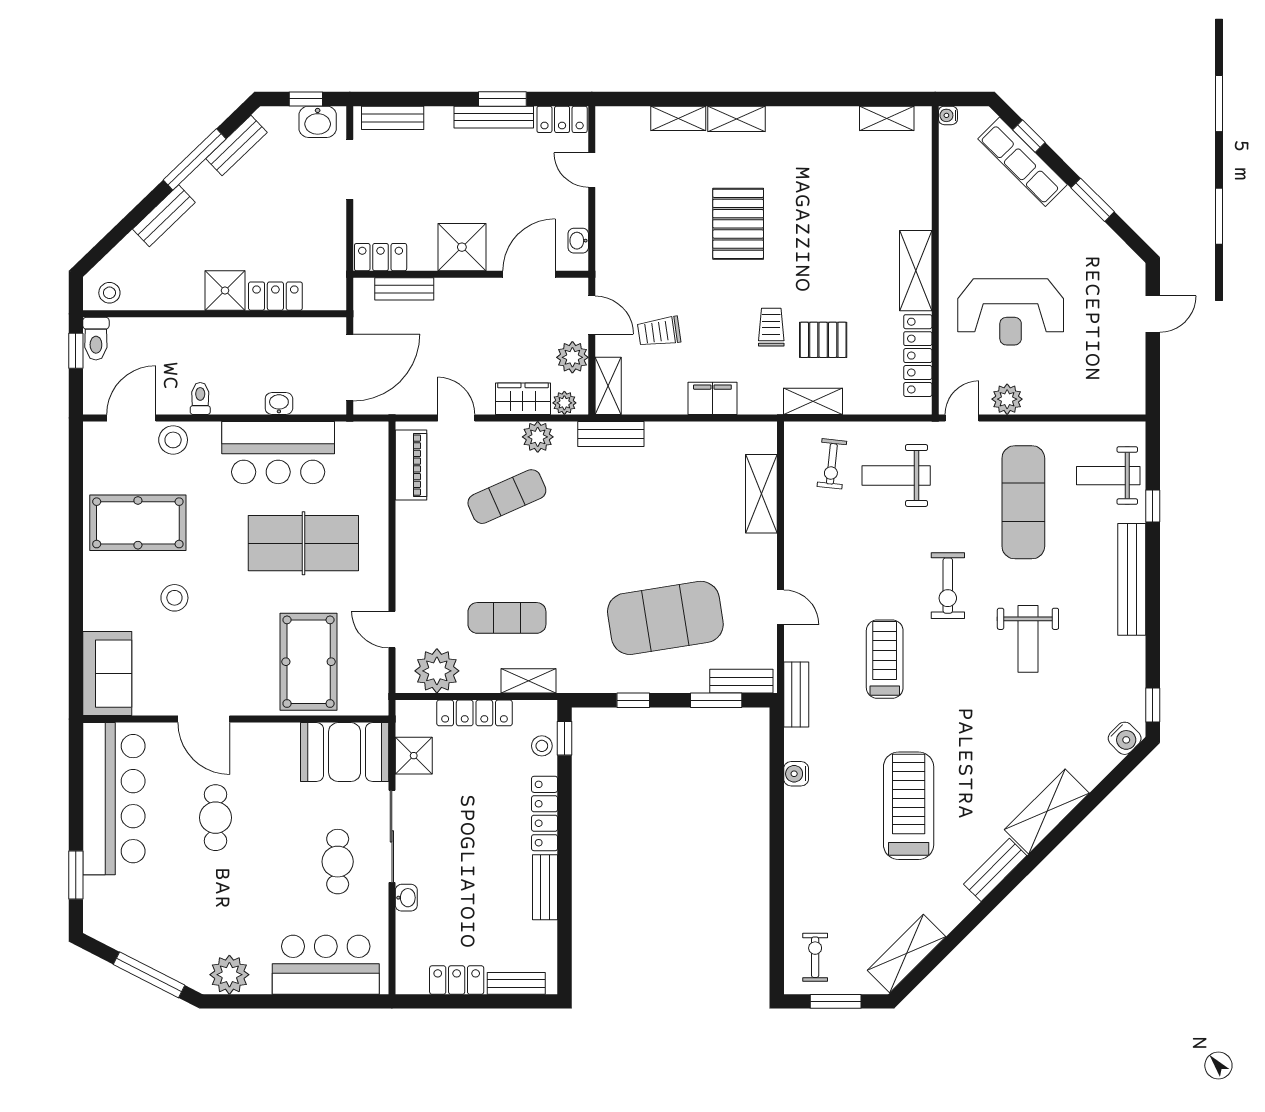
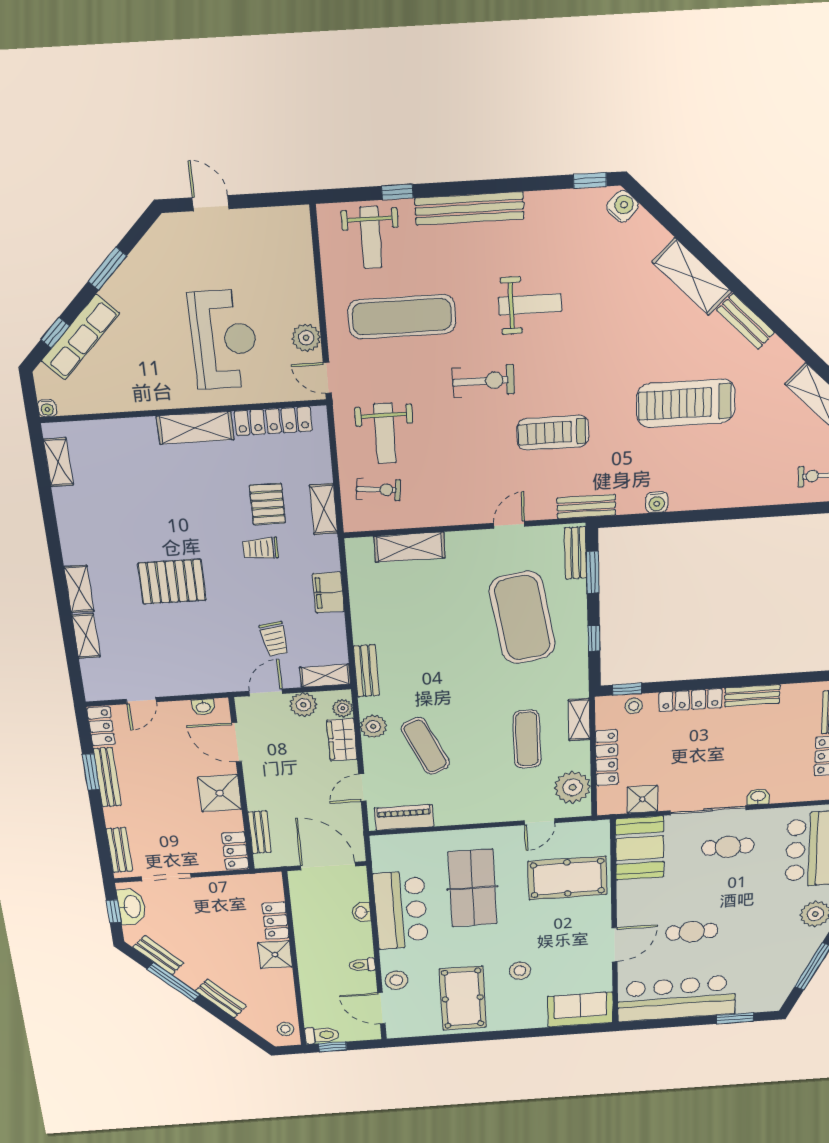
washbasin: (318, 122) -> (132, 907), width x1.38

